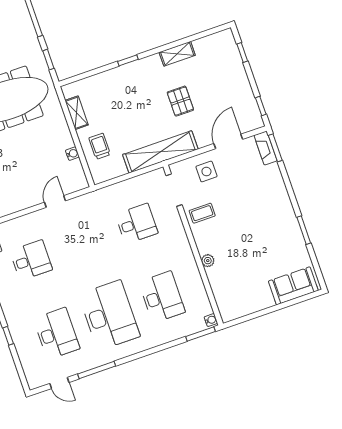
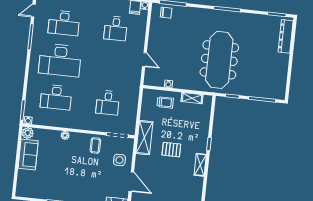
shelving: (177, 54) -> (200, 165), moved
pallet: (180, 101) -> (171, 150), moved
shelving: (160, 152) -> (144, 138), width x0.68
sofa: (293, 286) -> (28, 155), moved
plant: (228, 313) -> (28, 133), added

